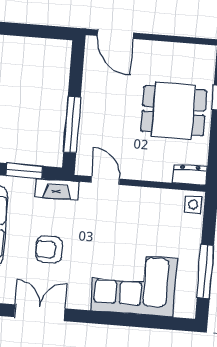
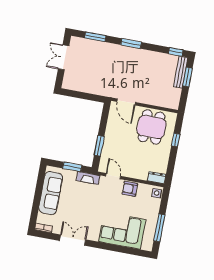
dining table: (174, 111) -> (151, 127), moved, turned 90
window: (72, 125) -> (99, 146), width x0.69
armchair: (49, 249) -> (130, 189), moved

